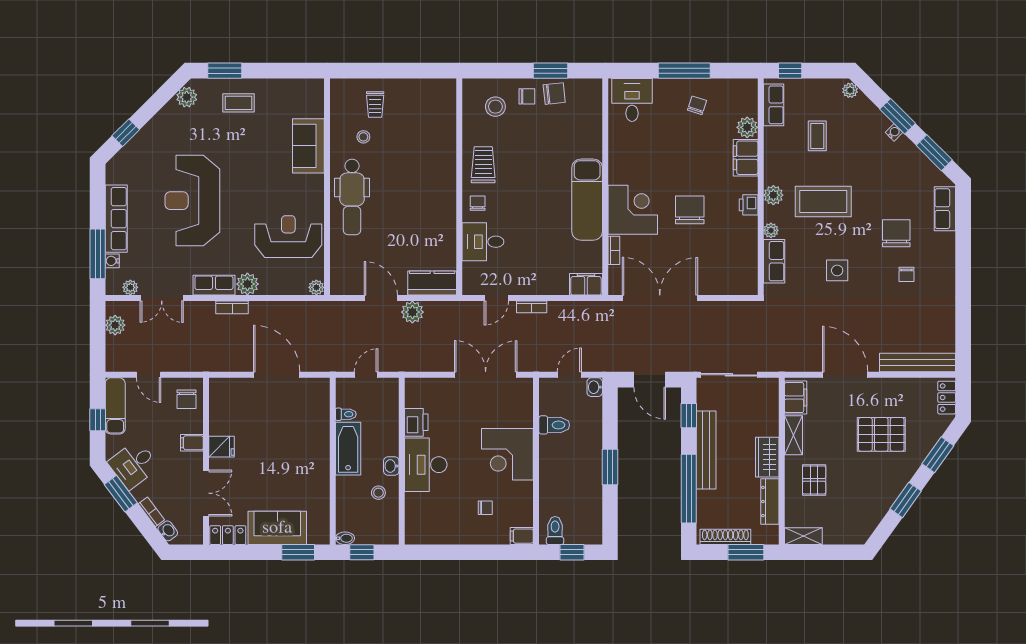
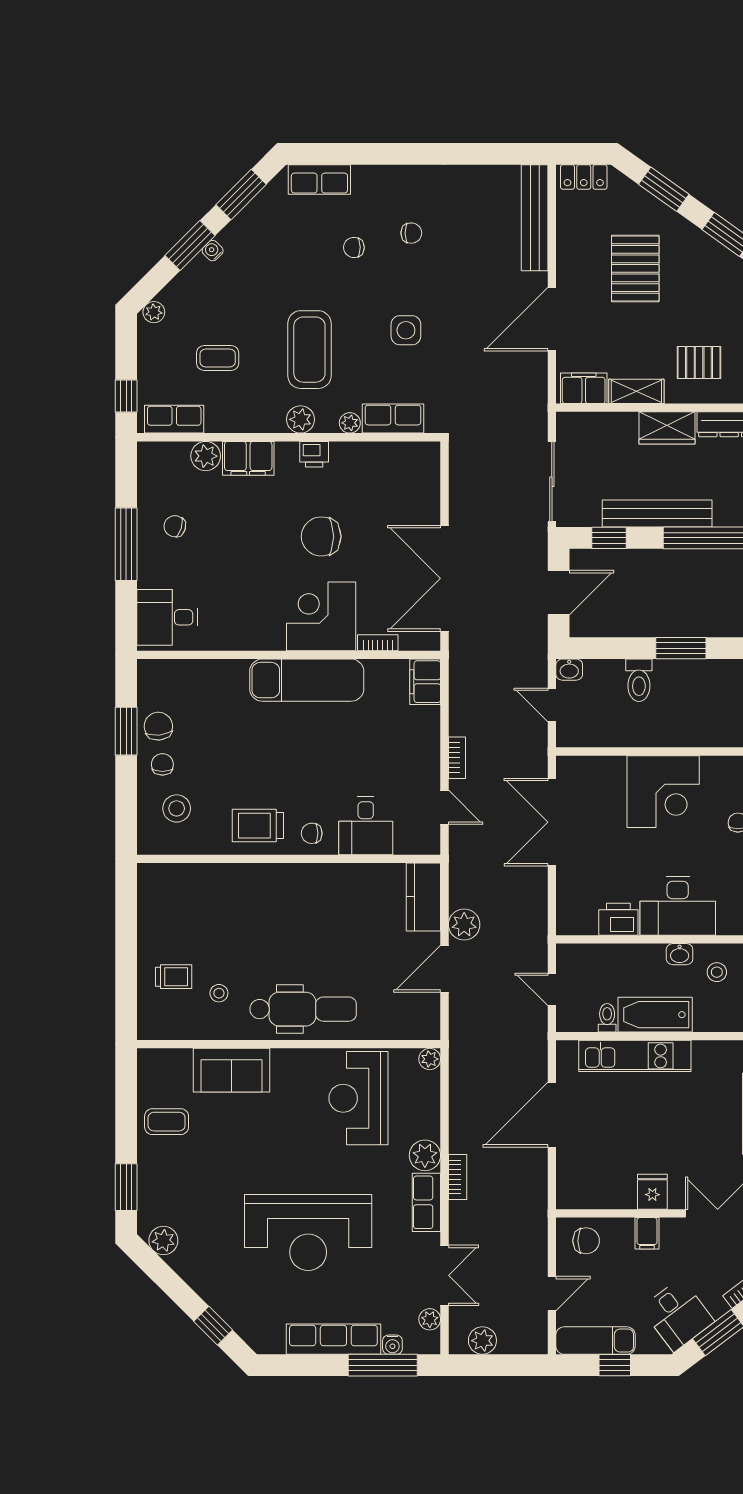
coffee table: (238, 103) -> (167, 1122), moved, turned 90
chair: (896, 233) -> (354, 247), width x0.54, depth x0.54
toilet: (554, 425) -> (639, 680), moved, turned 180
kitchen unit: (319, 434) -> (635, 1056), added

